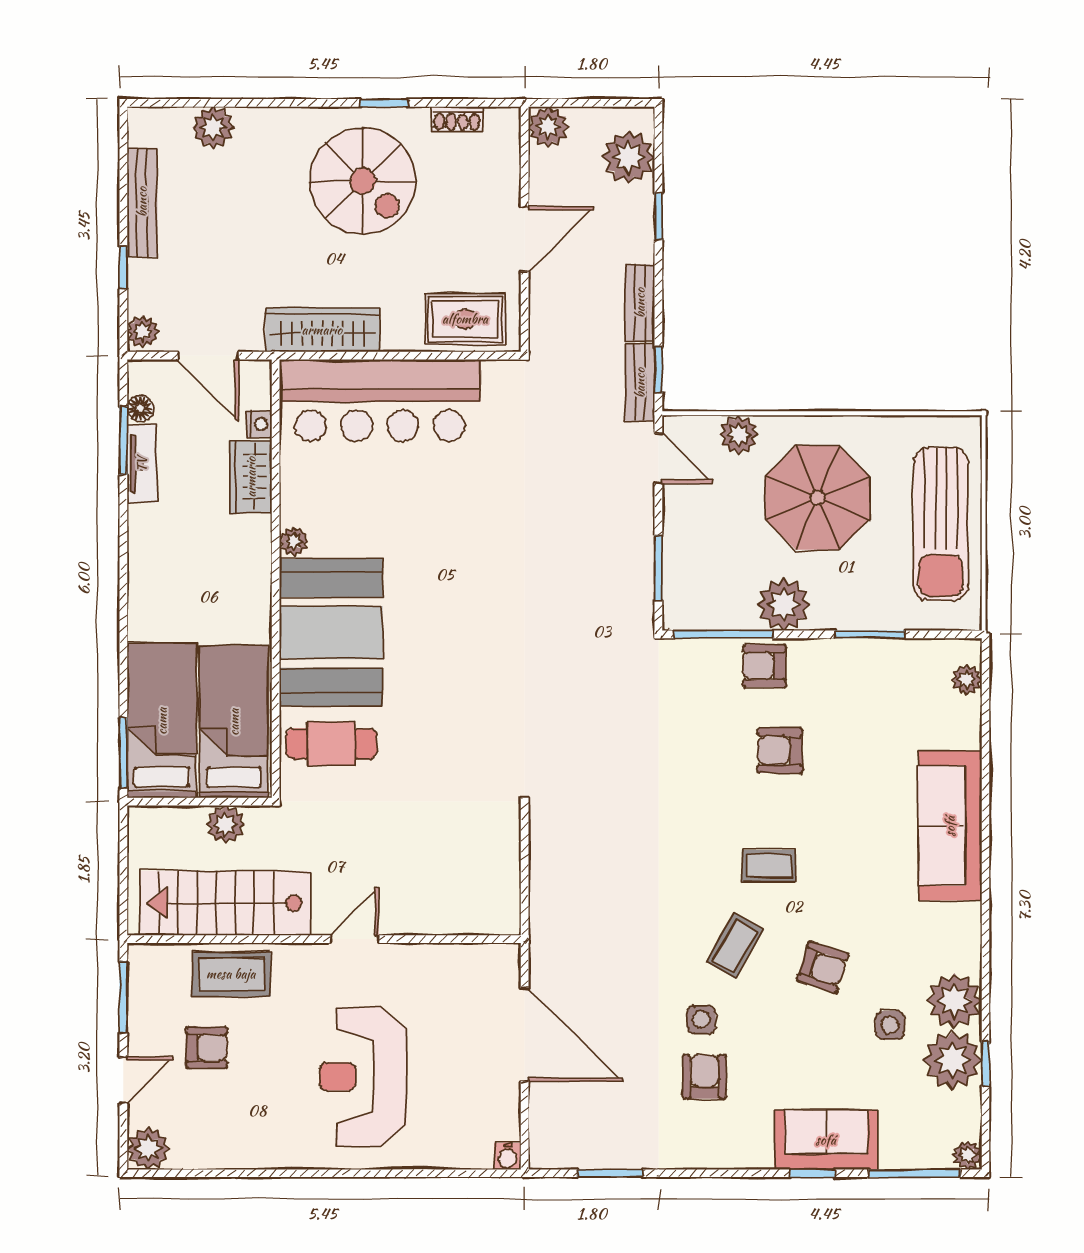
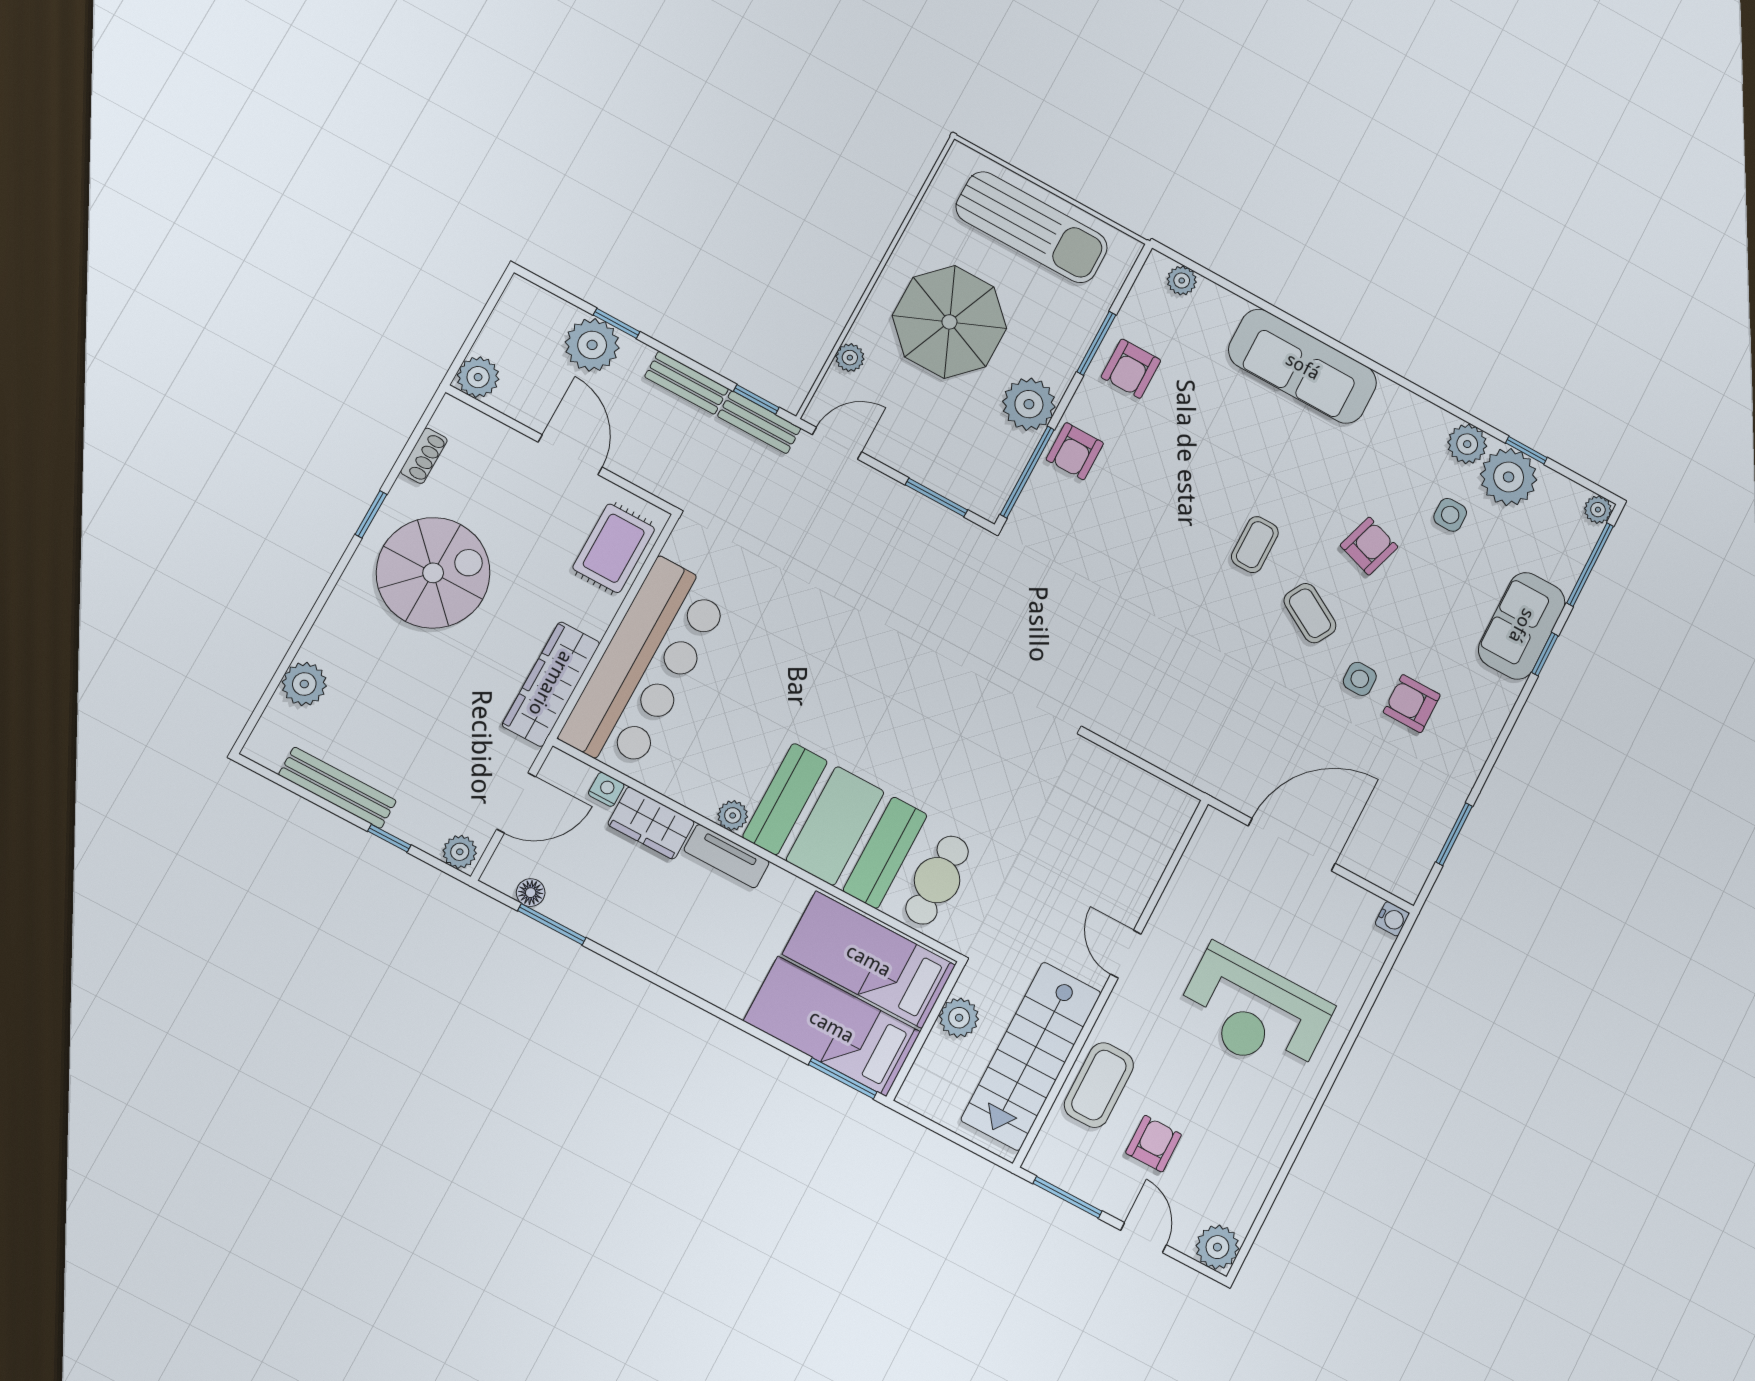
plant: (629, 157) -> (592, 345), moved
plant: (739, 434) -> (850, 358), width x0.73, depth x0.73
tv unit: (142, 464) -> (727, 856), moved, turned 180
armchair: (780, 750) -> (1131, 369), moved
plant: (954, 1001) -> (1467, 444), width x0.73, depth x0.73

